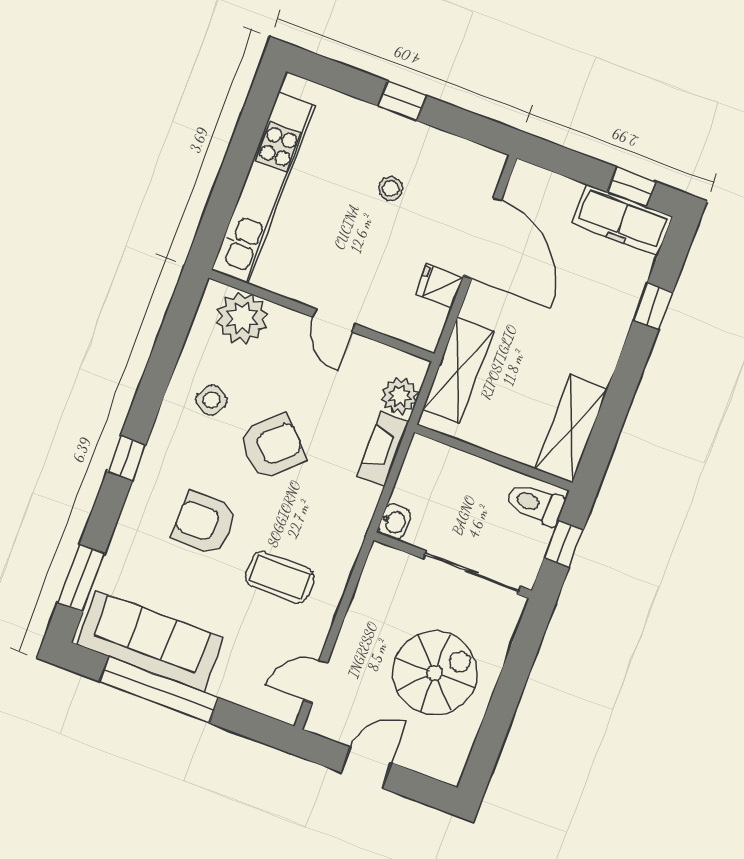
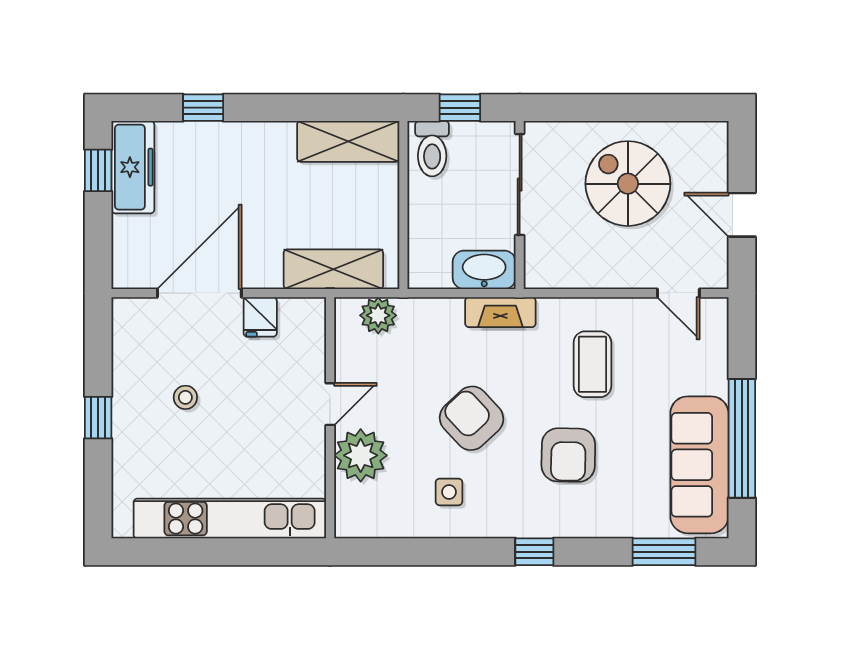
plant: (242, 318) -> (361, 455), moved
side table: (211, 400) -> (449, 492), turned -30
fireplace: (383, 449) -> (500, 312), moved
washbasin: (394, 522) -> (484, 270), width x1.91, depth x1.45

